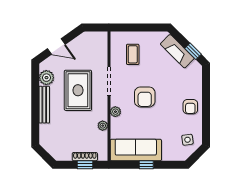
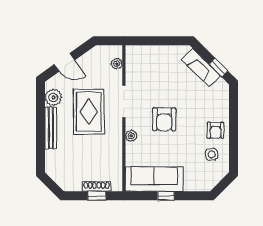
coffee table: (133, 54) -> (151, 71), removed
plant: (103, 126) -> (117, 64), moved
side table: (187, 140) -> (212, 154), moved

